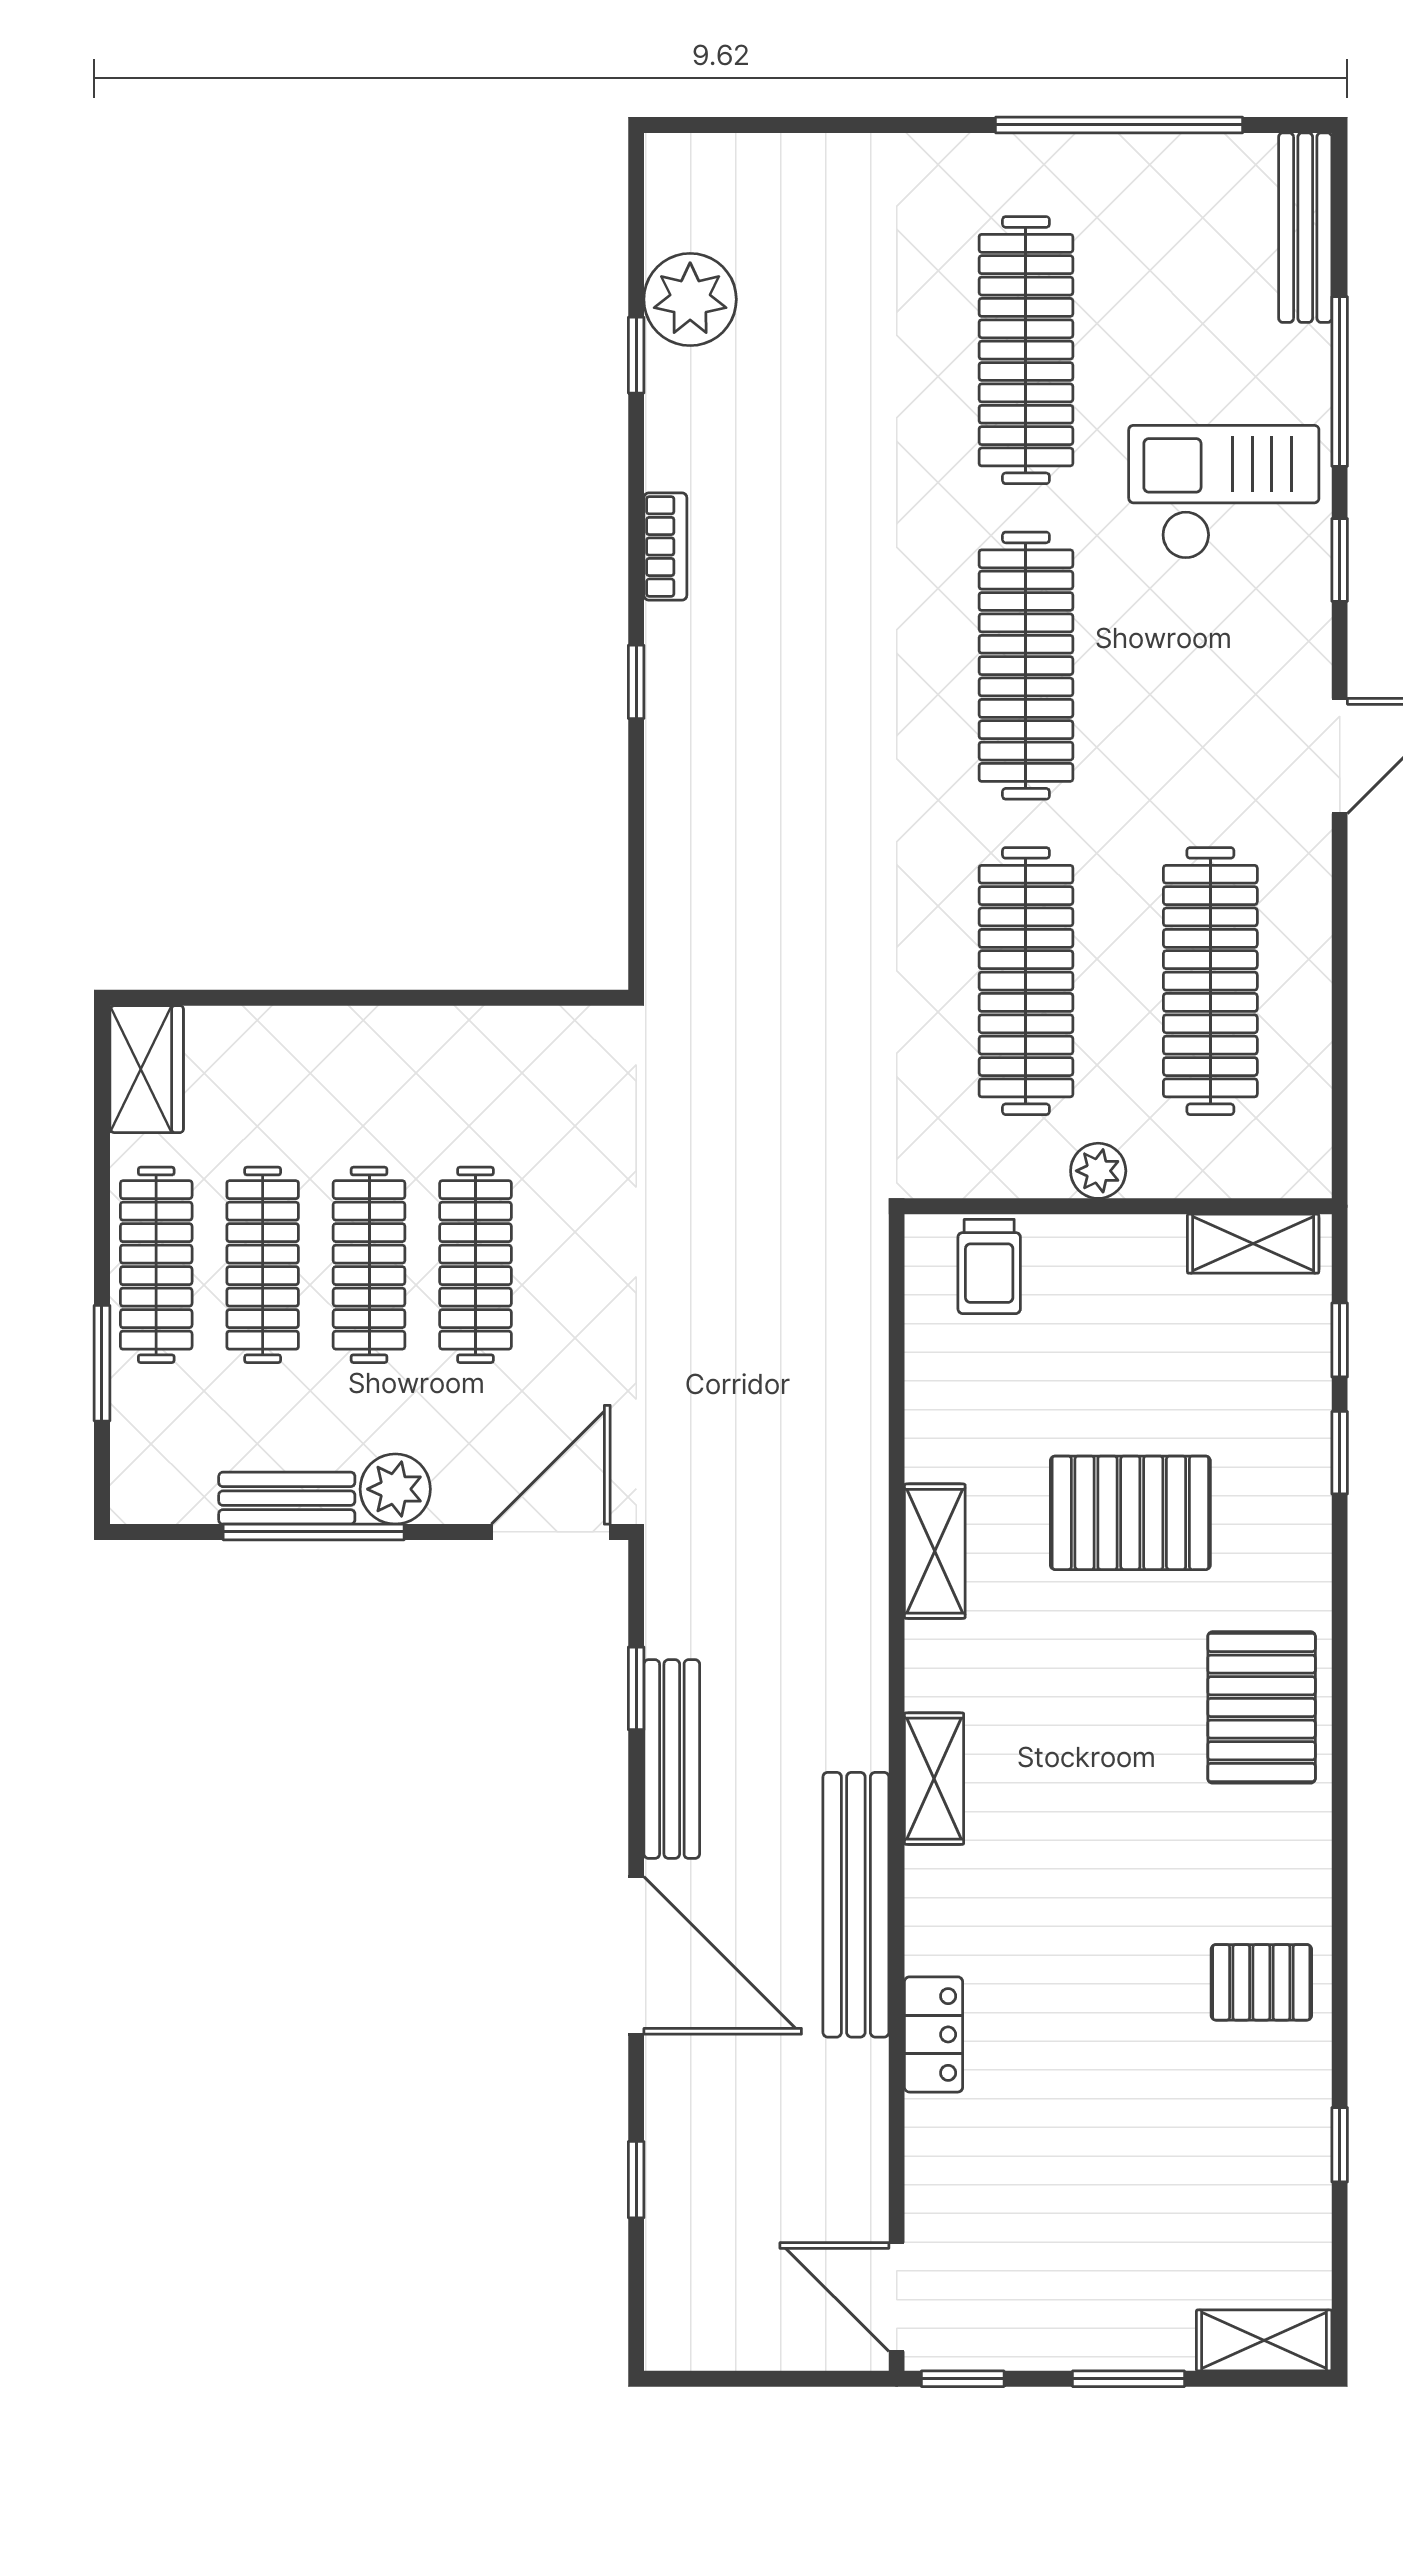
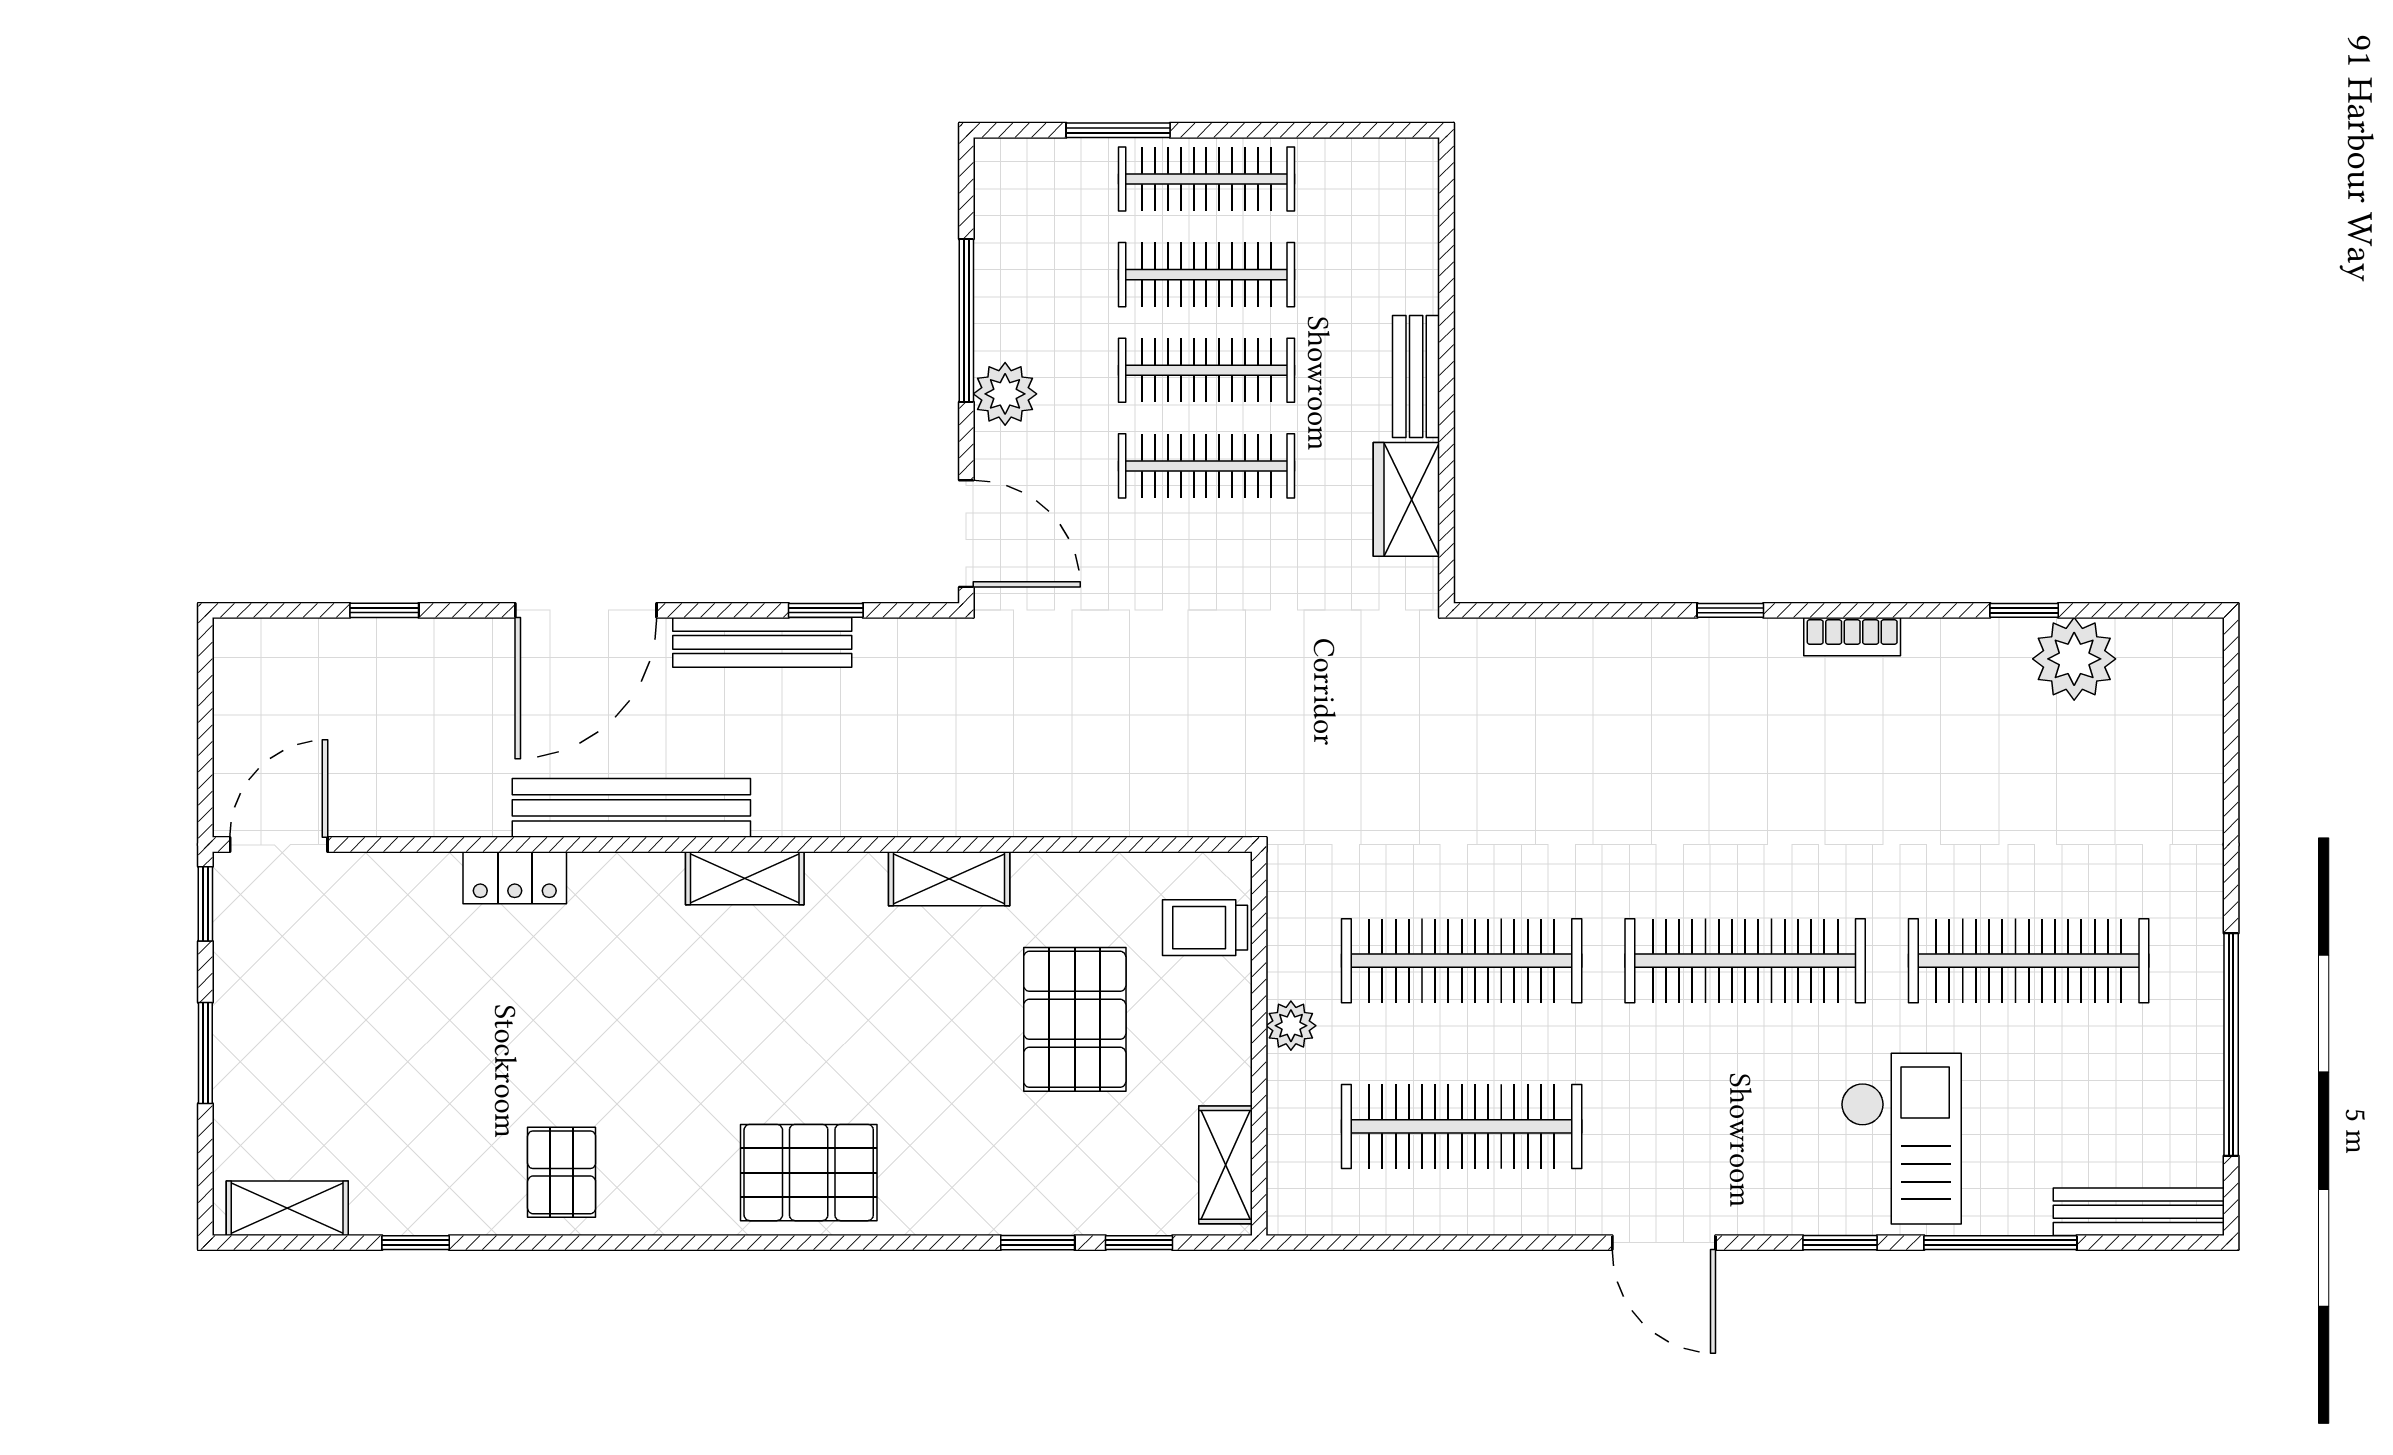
wardrobe: (147, 1069) -> (1406, 499), moved, turned 90
bench: (287, 1498) -> (1416, 376), moved
pallet: (1130, 1513) -> (1075, 1019), moved
shelving: (1264, 2340) -> (287, 1208), moved, turned 90

